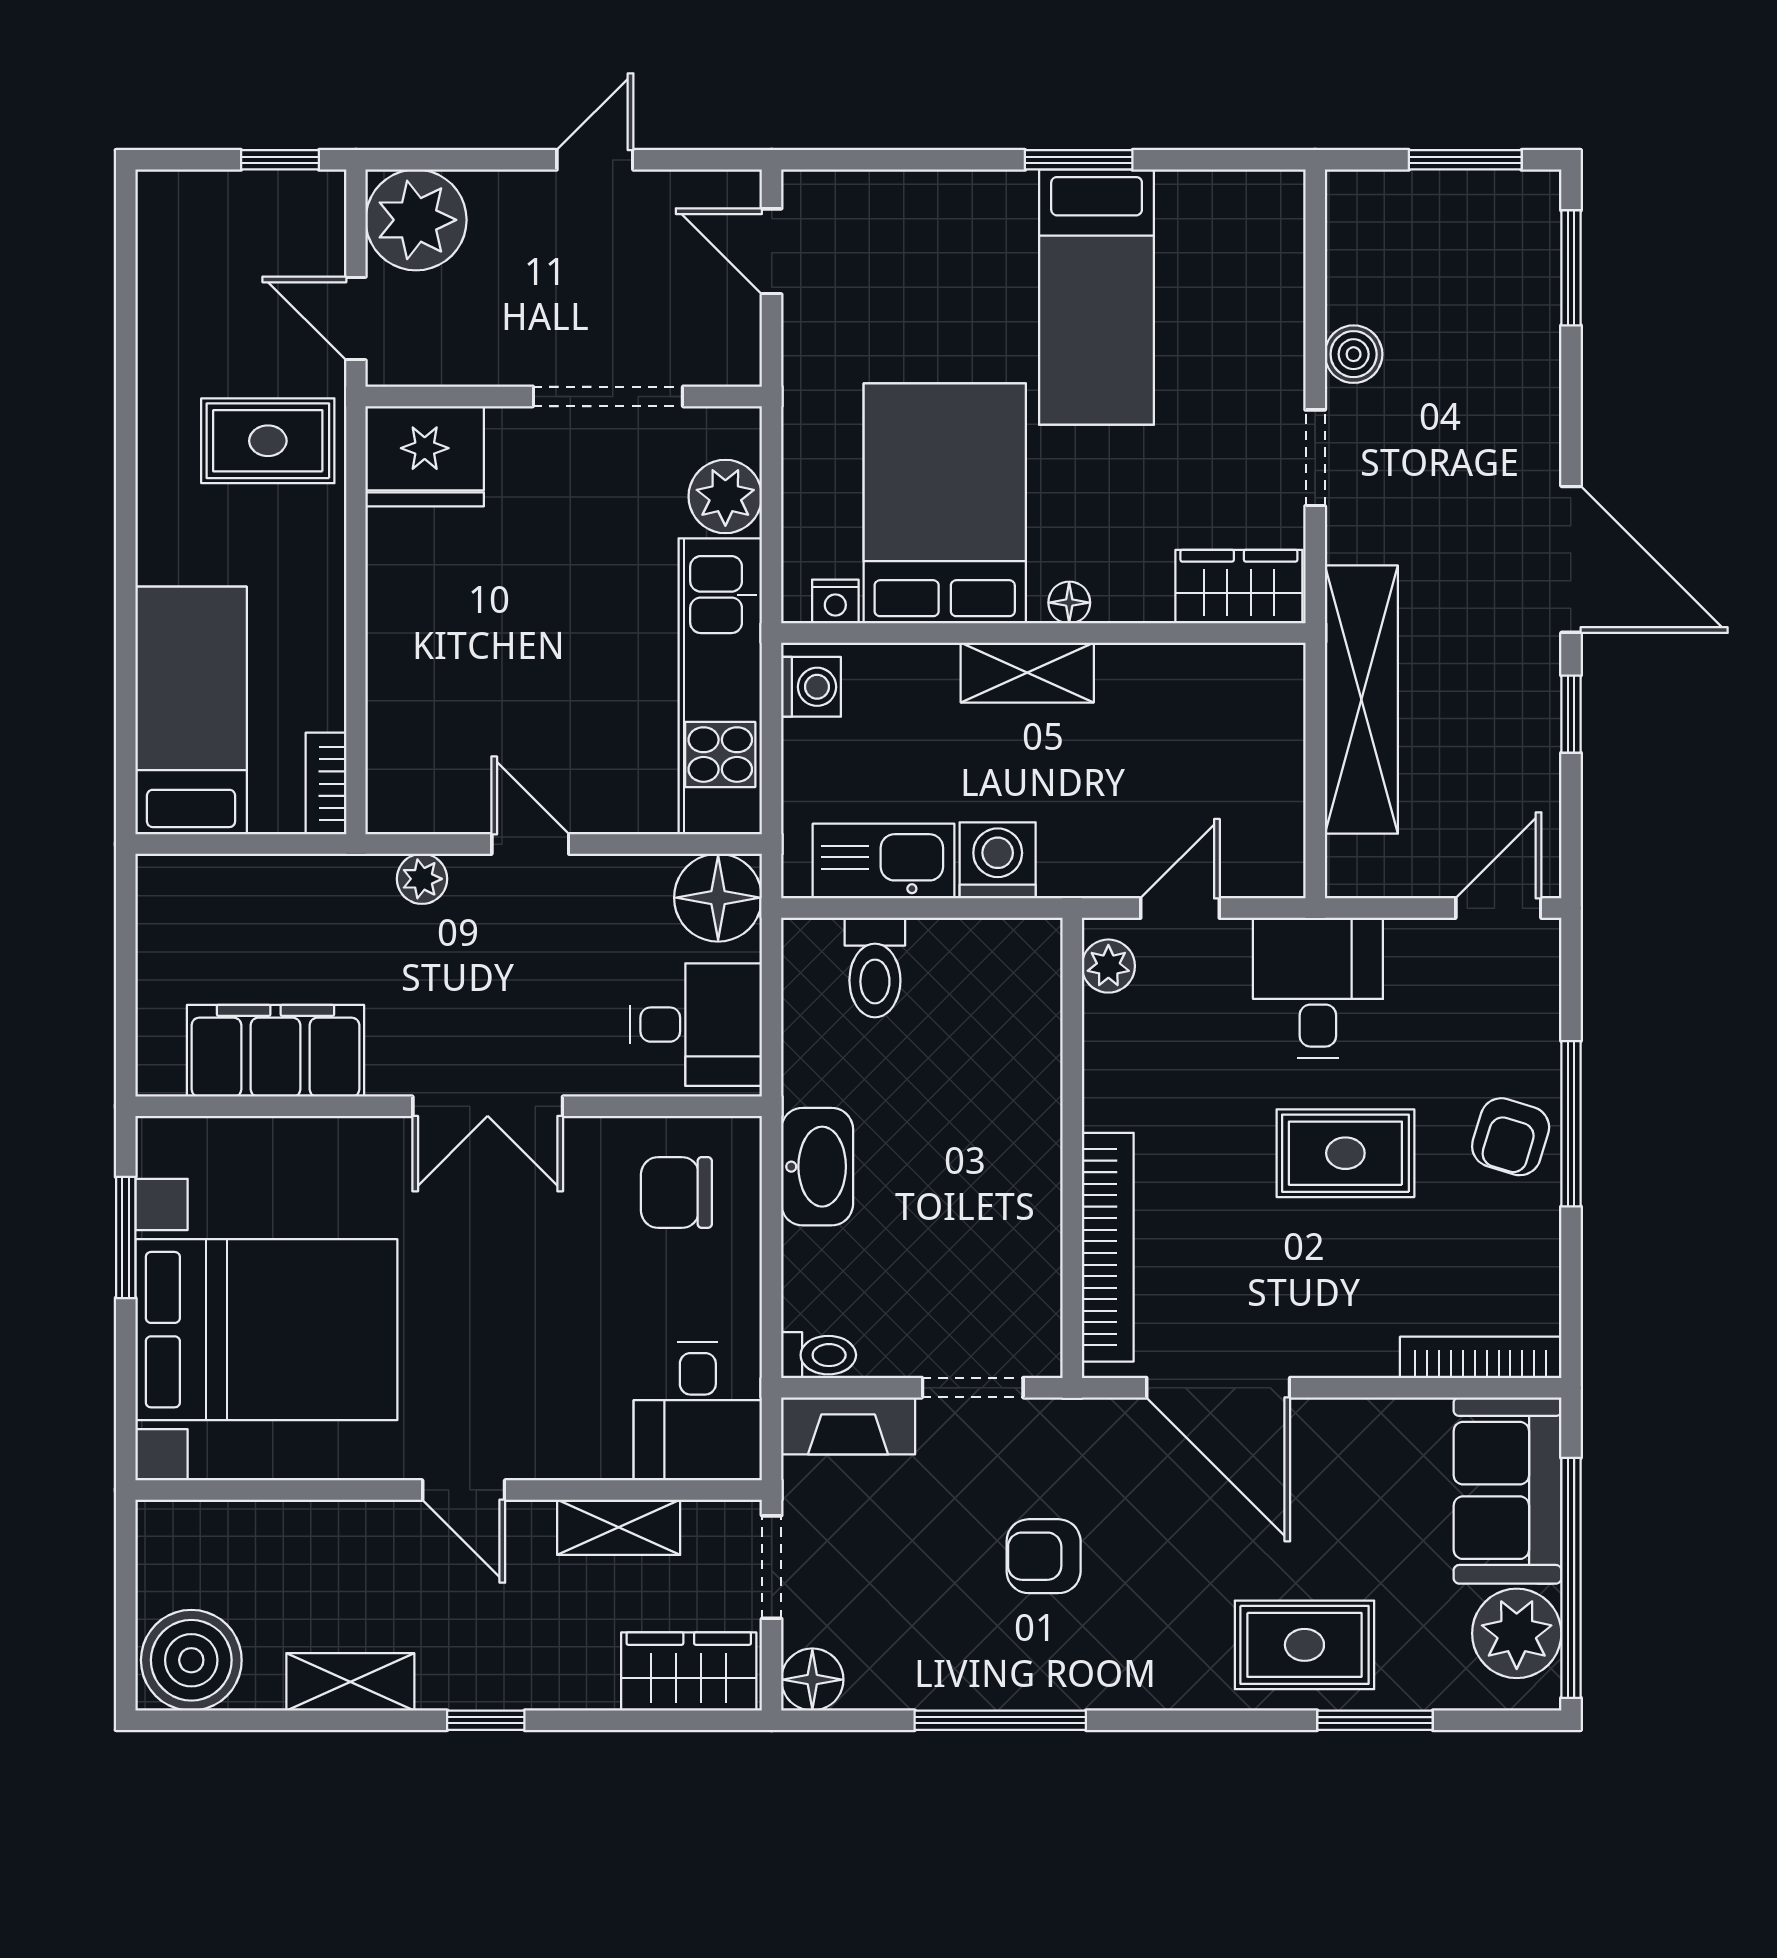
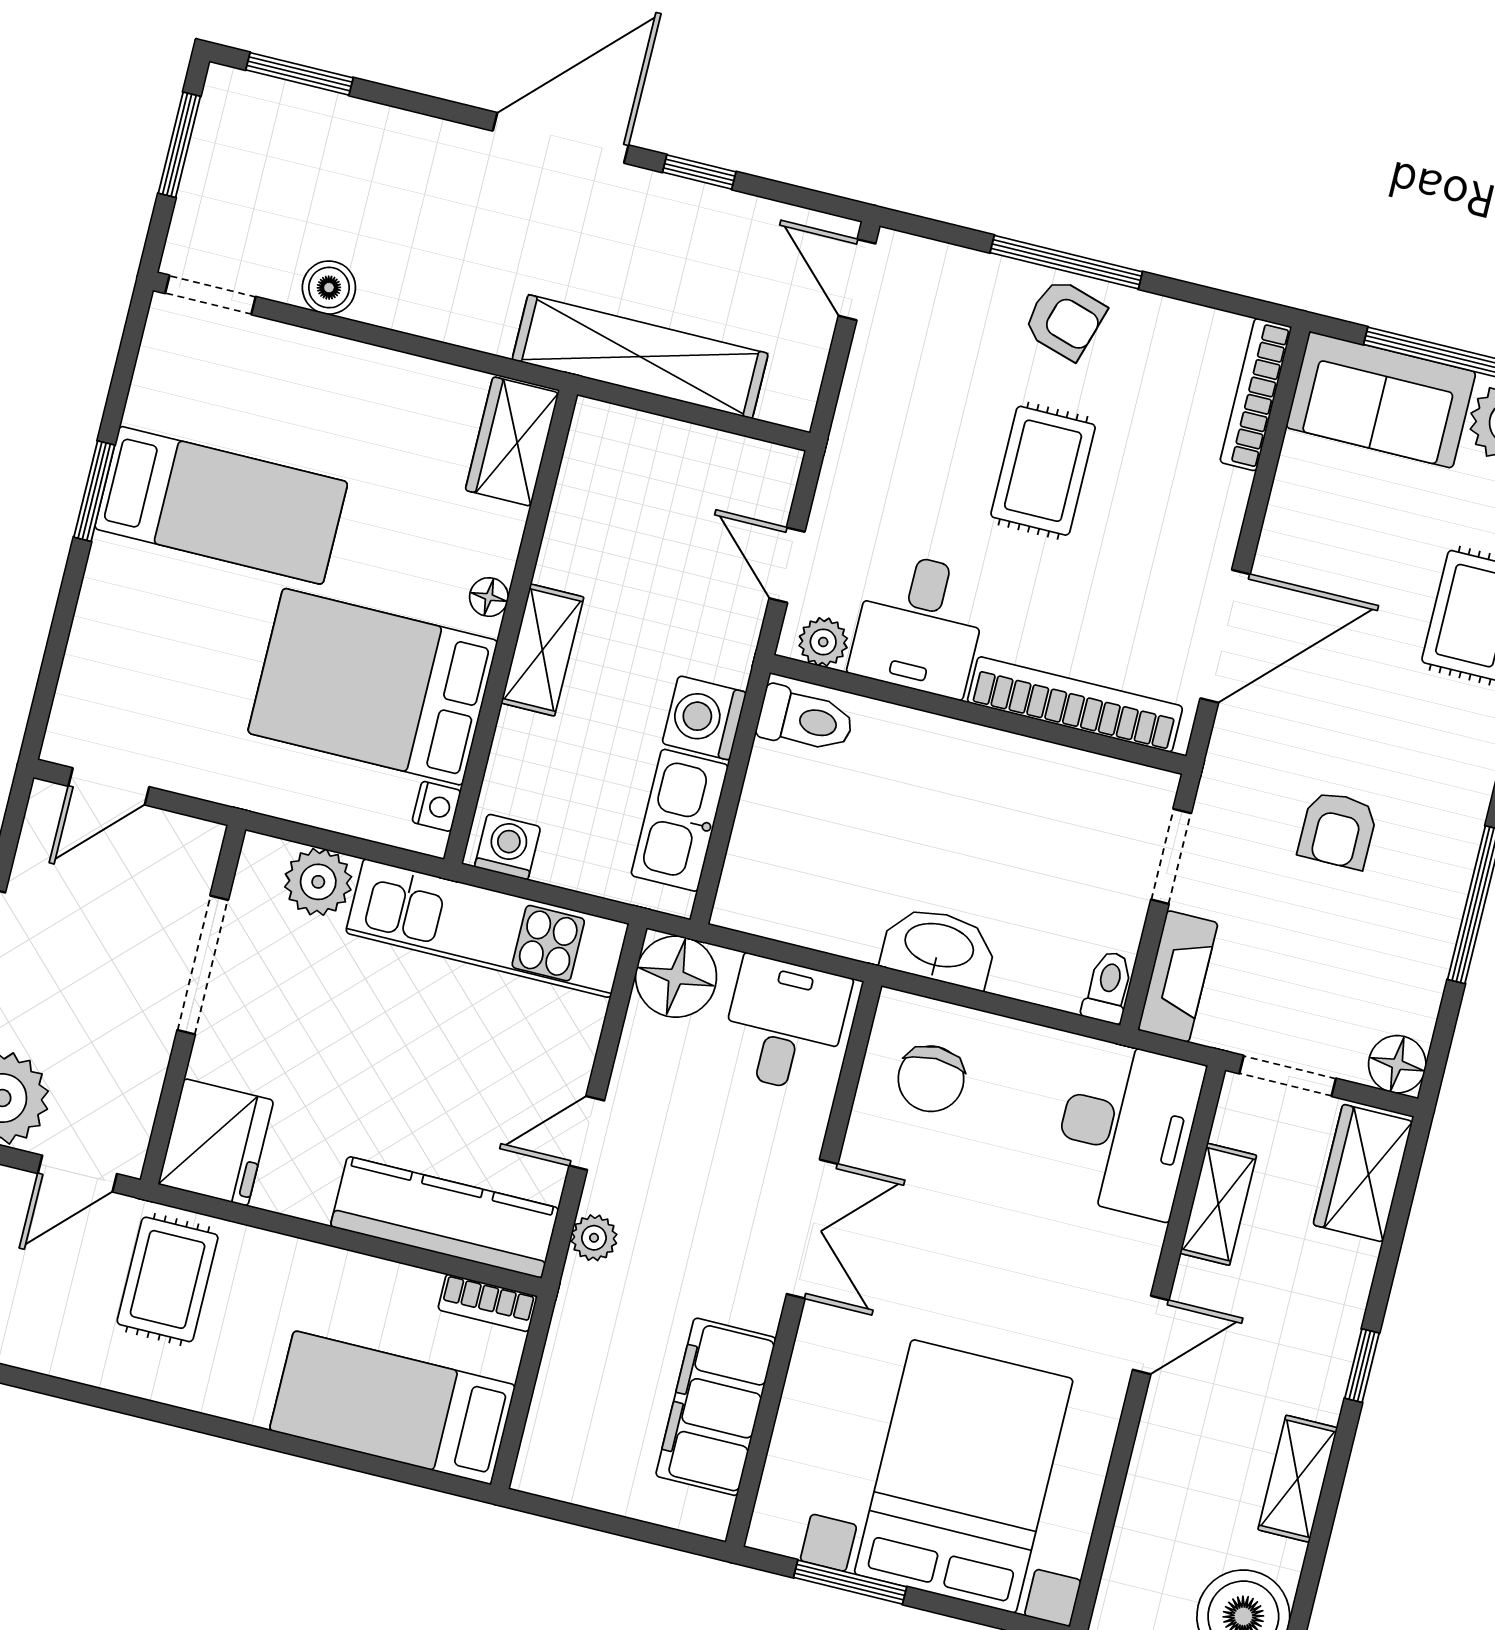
doorway: (1315, 458) -> (210, 295), moved
kitchen counter: (405, 716) -> (445, 1217), added
toilet: (875, 967) -> (805, 720), moved
desk: (1318, 988) -> (919, 624), moved, turned -90
desk: (698, 1411) -> (1126, 1129), width x1.37

